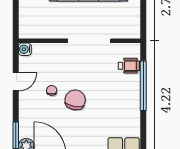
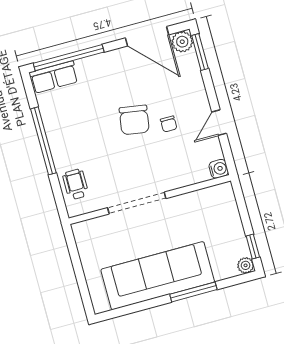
wheelchair: (129, 66) -> (76, 184), turned 90
window: (143, 86) -> (43, 141), moved

